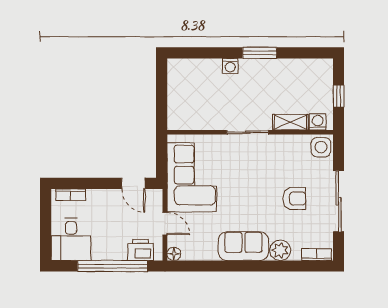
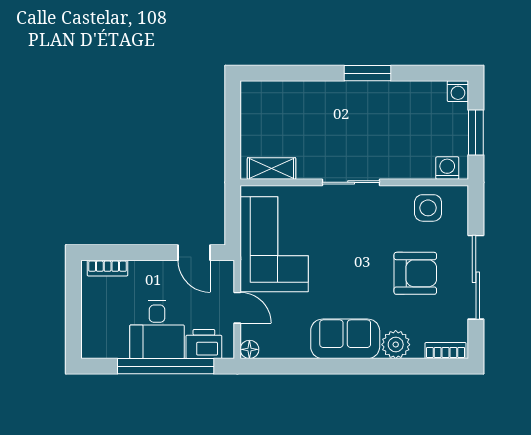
washing machine: (230, 66) -> (458, 91), moved
window: (339, 96) -> (476, 132), width x1.50
shelving: (291, 122) -> (272, 168), moved
side table: (321, 147) -> (428, 208), moved
armchair: (294, 199) -> (415, 273), width x1.38, depth x1.38
desk: (71, 239) -> (157, 329), moved

